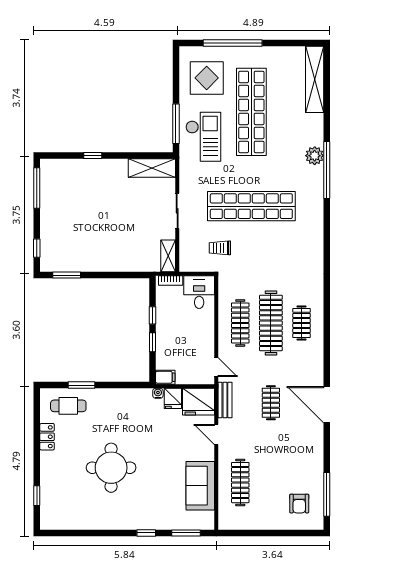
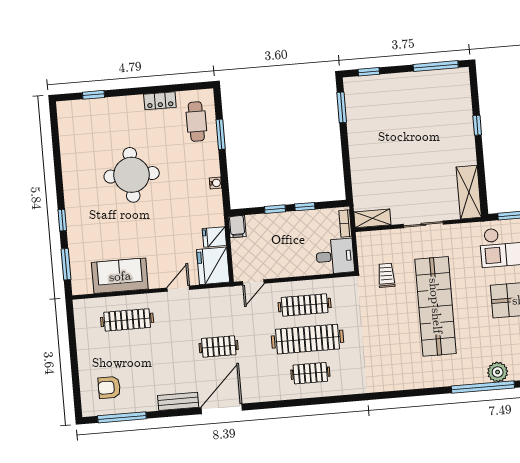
water cooler: (158, 393) -> (216, 183), moved
bench: (225, 400) -> (178, 401), moved

